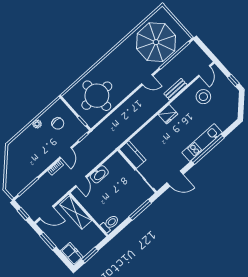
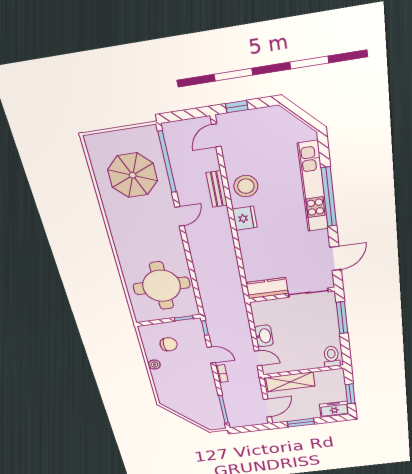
parasol: (156, 42) -> (133, 175), width x0.73, depth x0.73
door: (204, 71) -> (216, 135), swing flipped
window: (233, 80) -> (237, 107), moved
stool: (203, 97) -> (246, 186), moved
kitchen unit: (202, 143) -> (313, 187), width x1.36
window: (23, 214) -> (251, 428), removed

